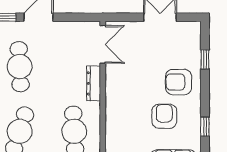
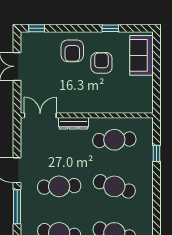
window: (205, 59) -> (37, 28), moved
armchair: (164, 116) -> (101, 63), turned 90

